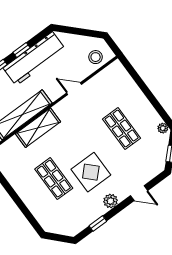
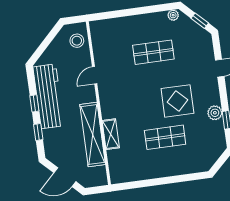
shelving: (38, 128) -> (111, 134), width x0.67, depth x0.75
plant: (111, 201) -> (215, 113), moved

